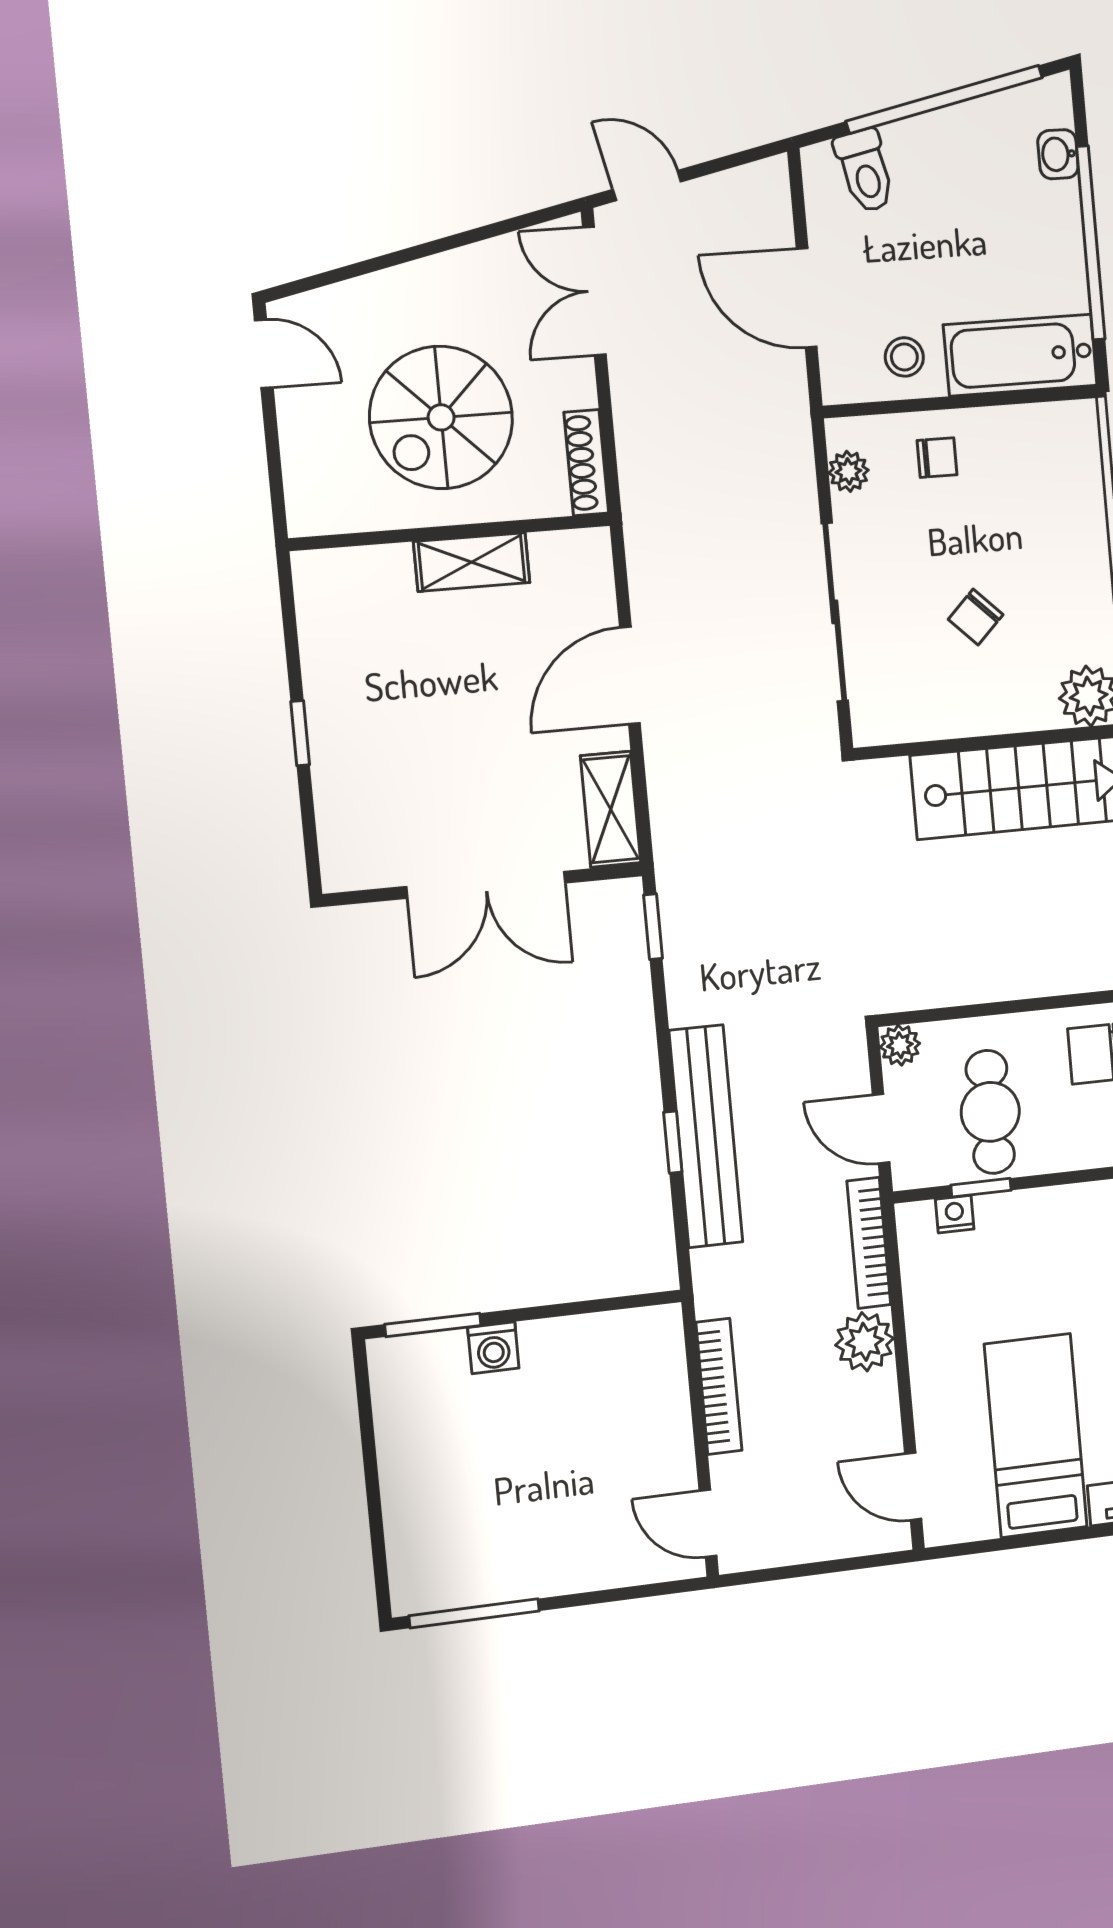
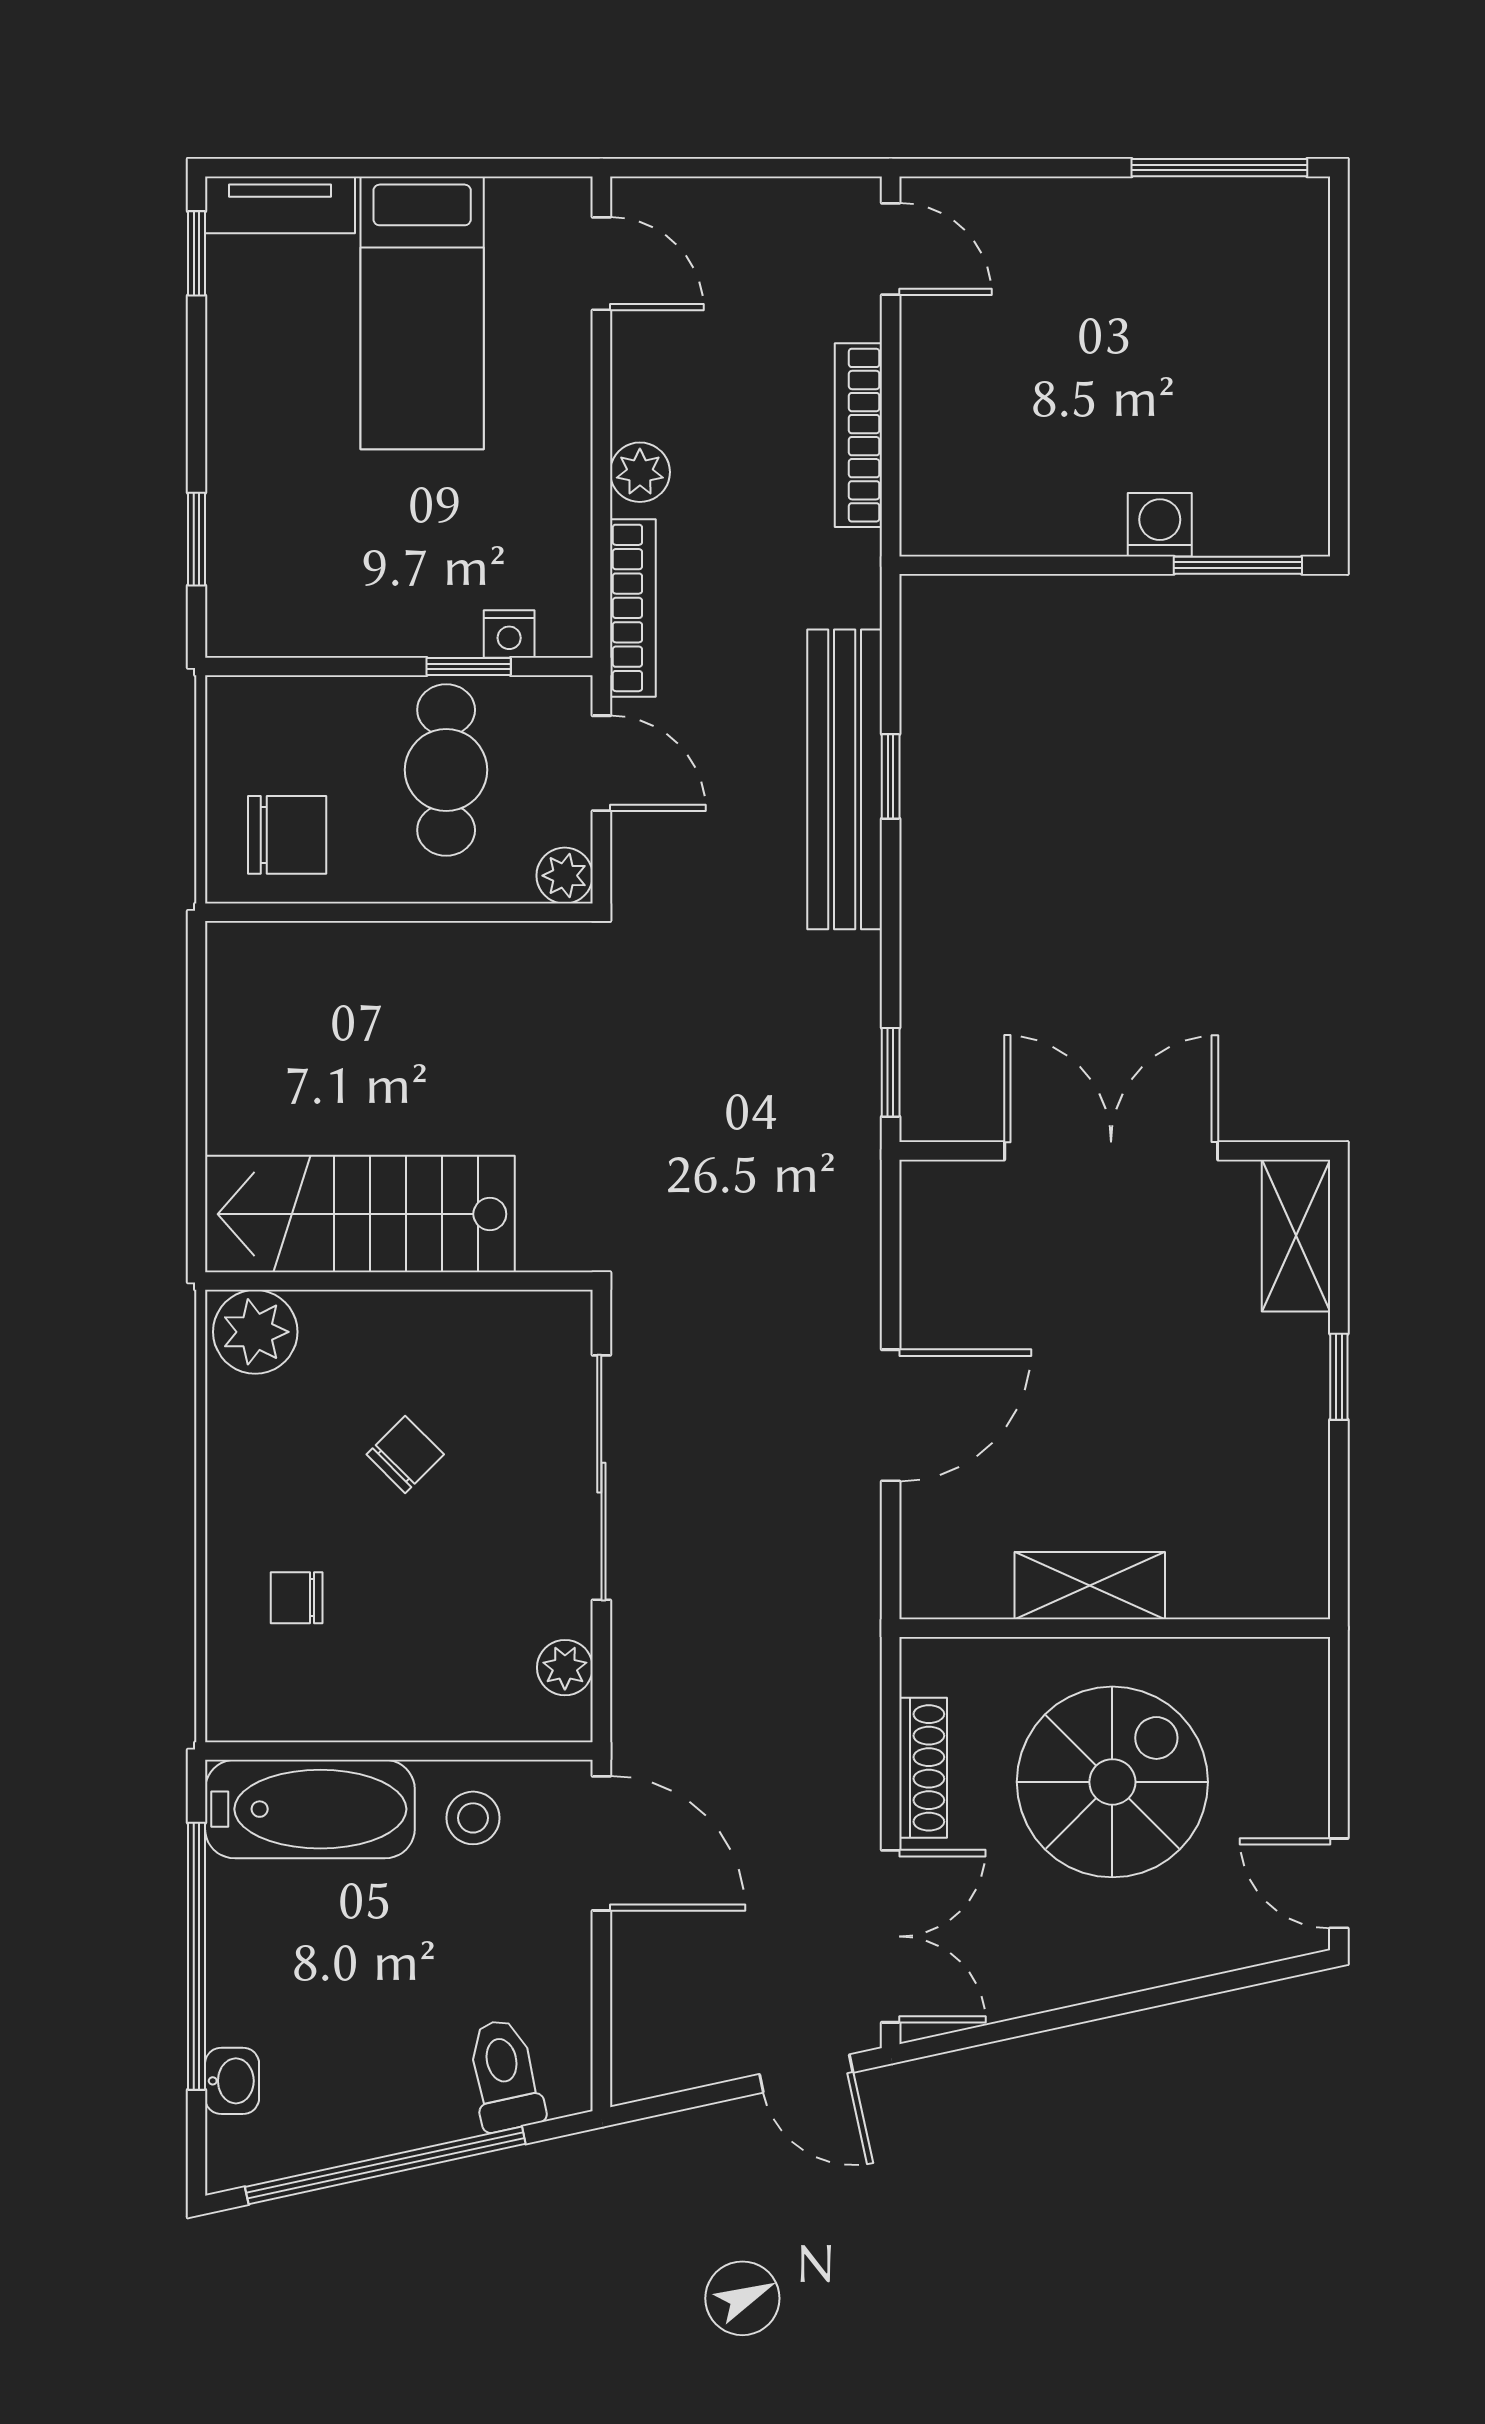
door: (807, 298) -> (601, 1843), moved
chair: (937, 458) -> (297, 1598), moved
shoe rack: (586, 463) -> (923, 1768), moved
shelving: (611, 809) -> (1296, 1236), moved
plant: (865, 1342) -> (640, 472), width x0.73, depth x0.73

